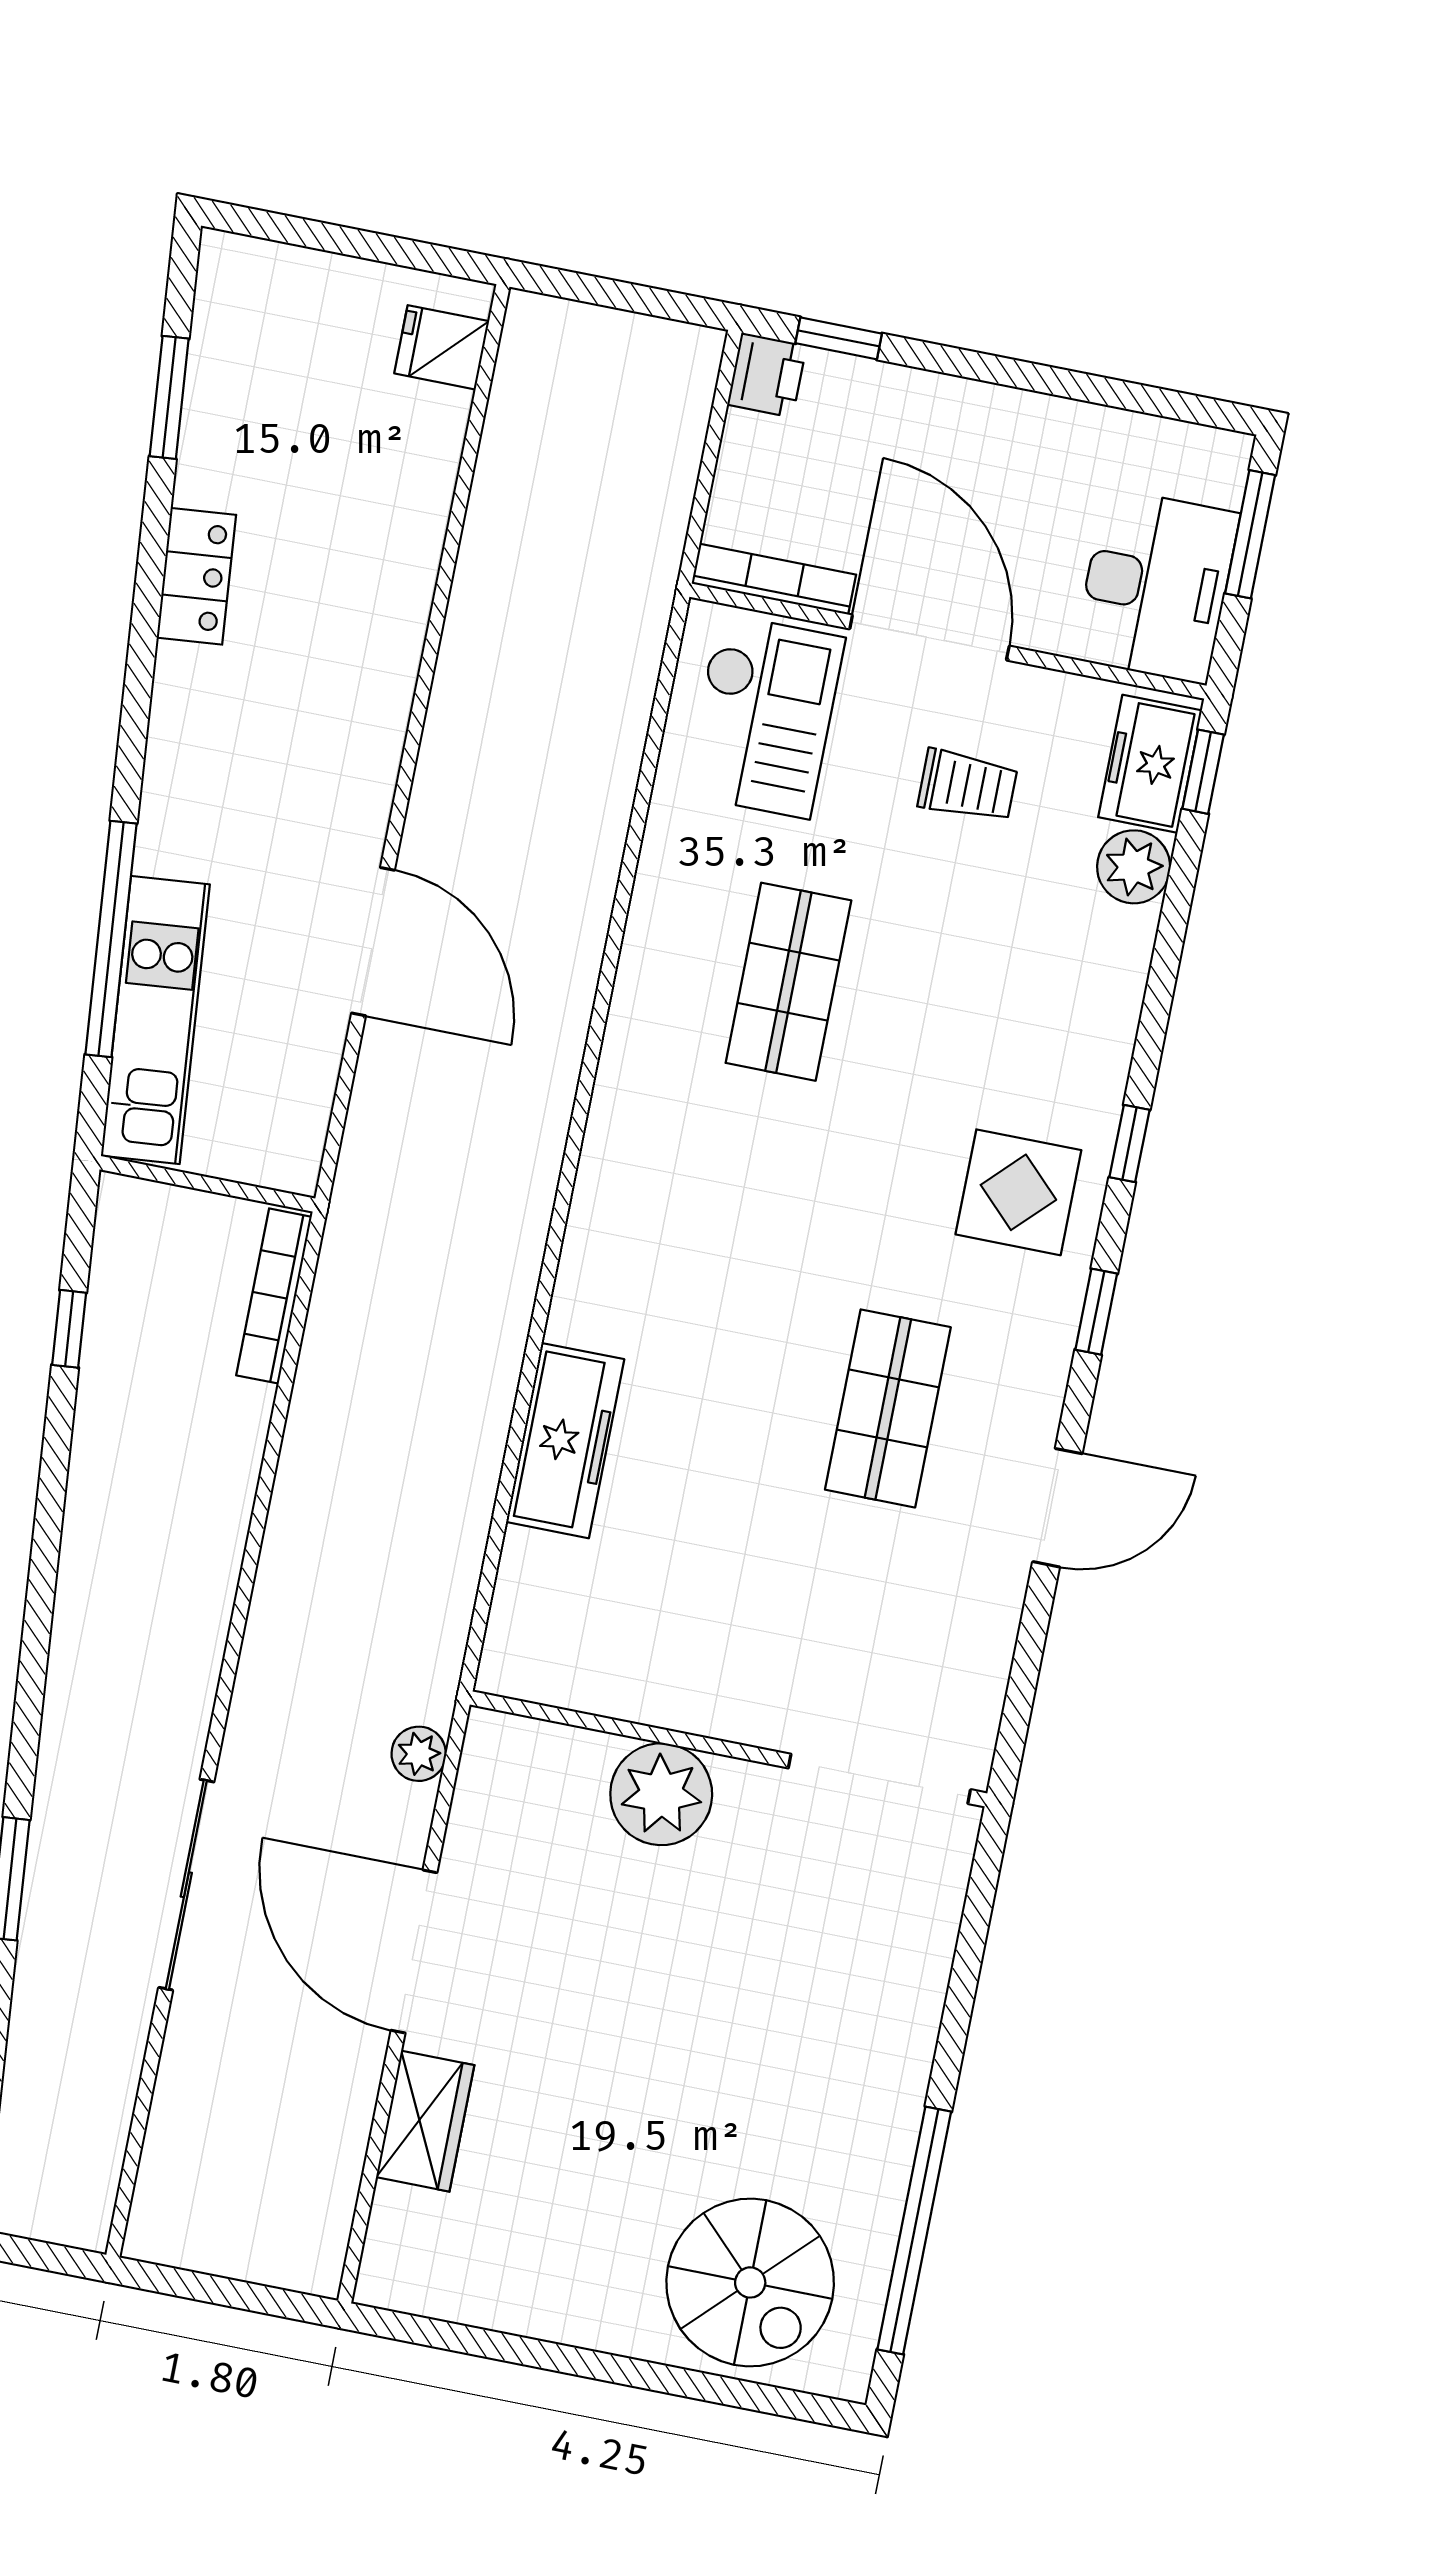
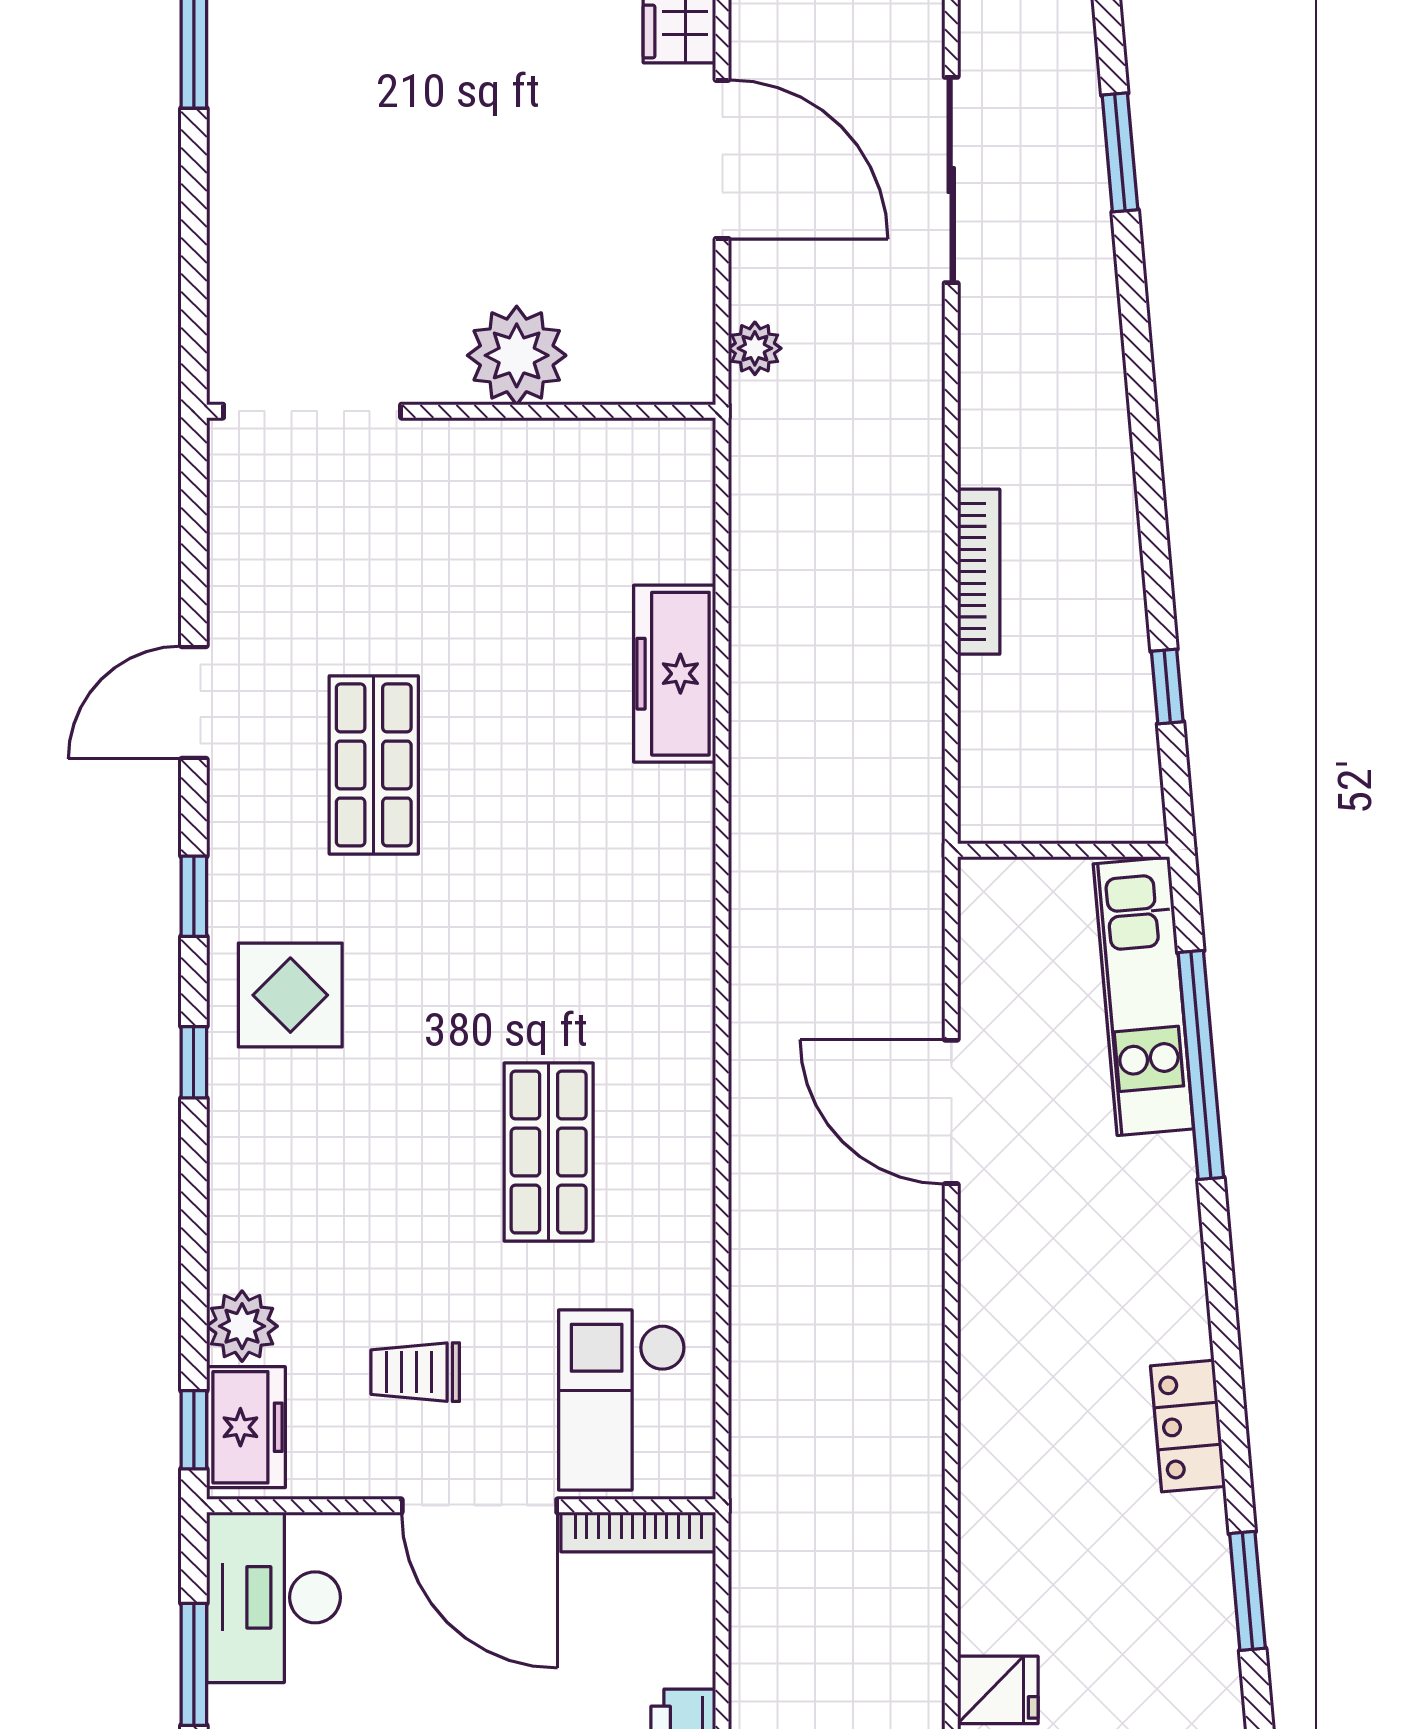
bookcase: (274, 1296) -> (979, 572), moved

